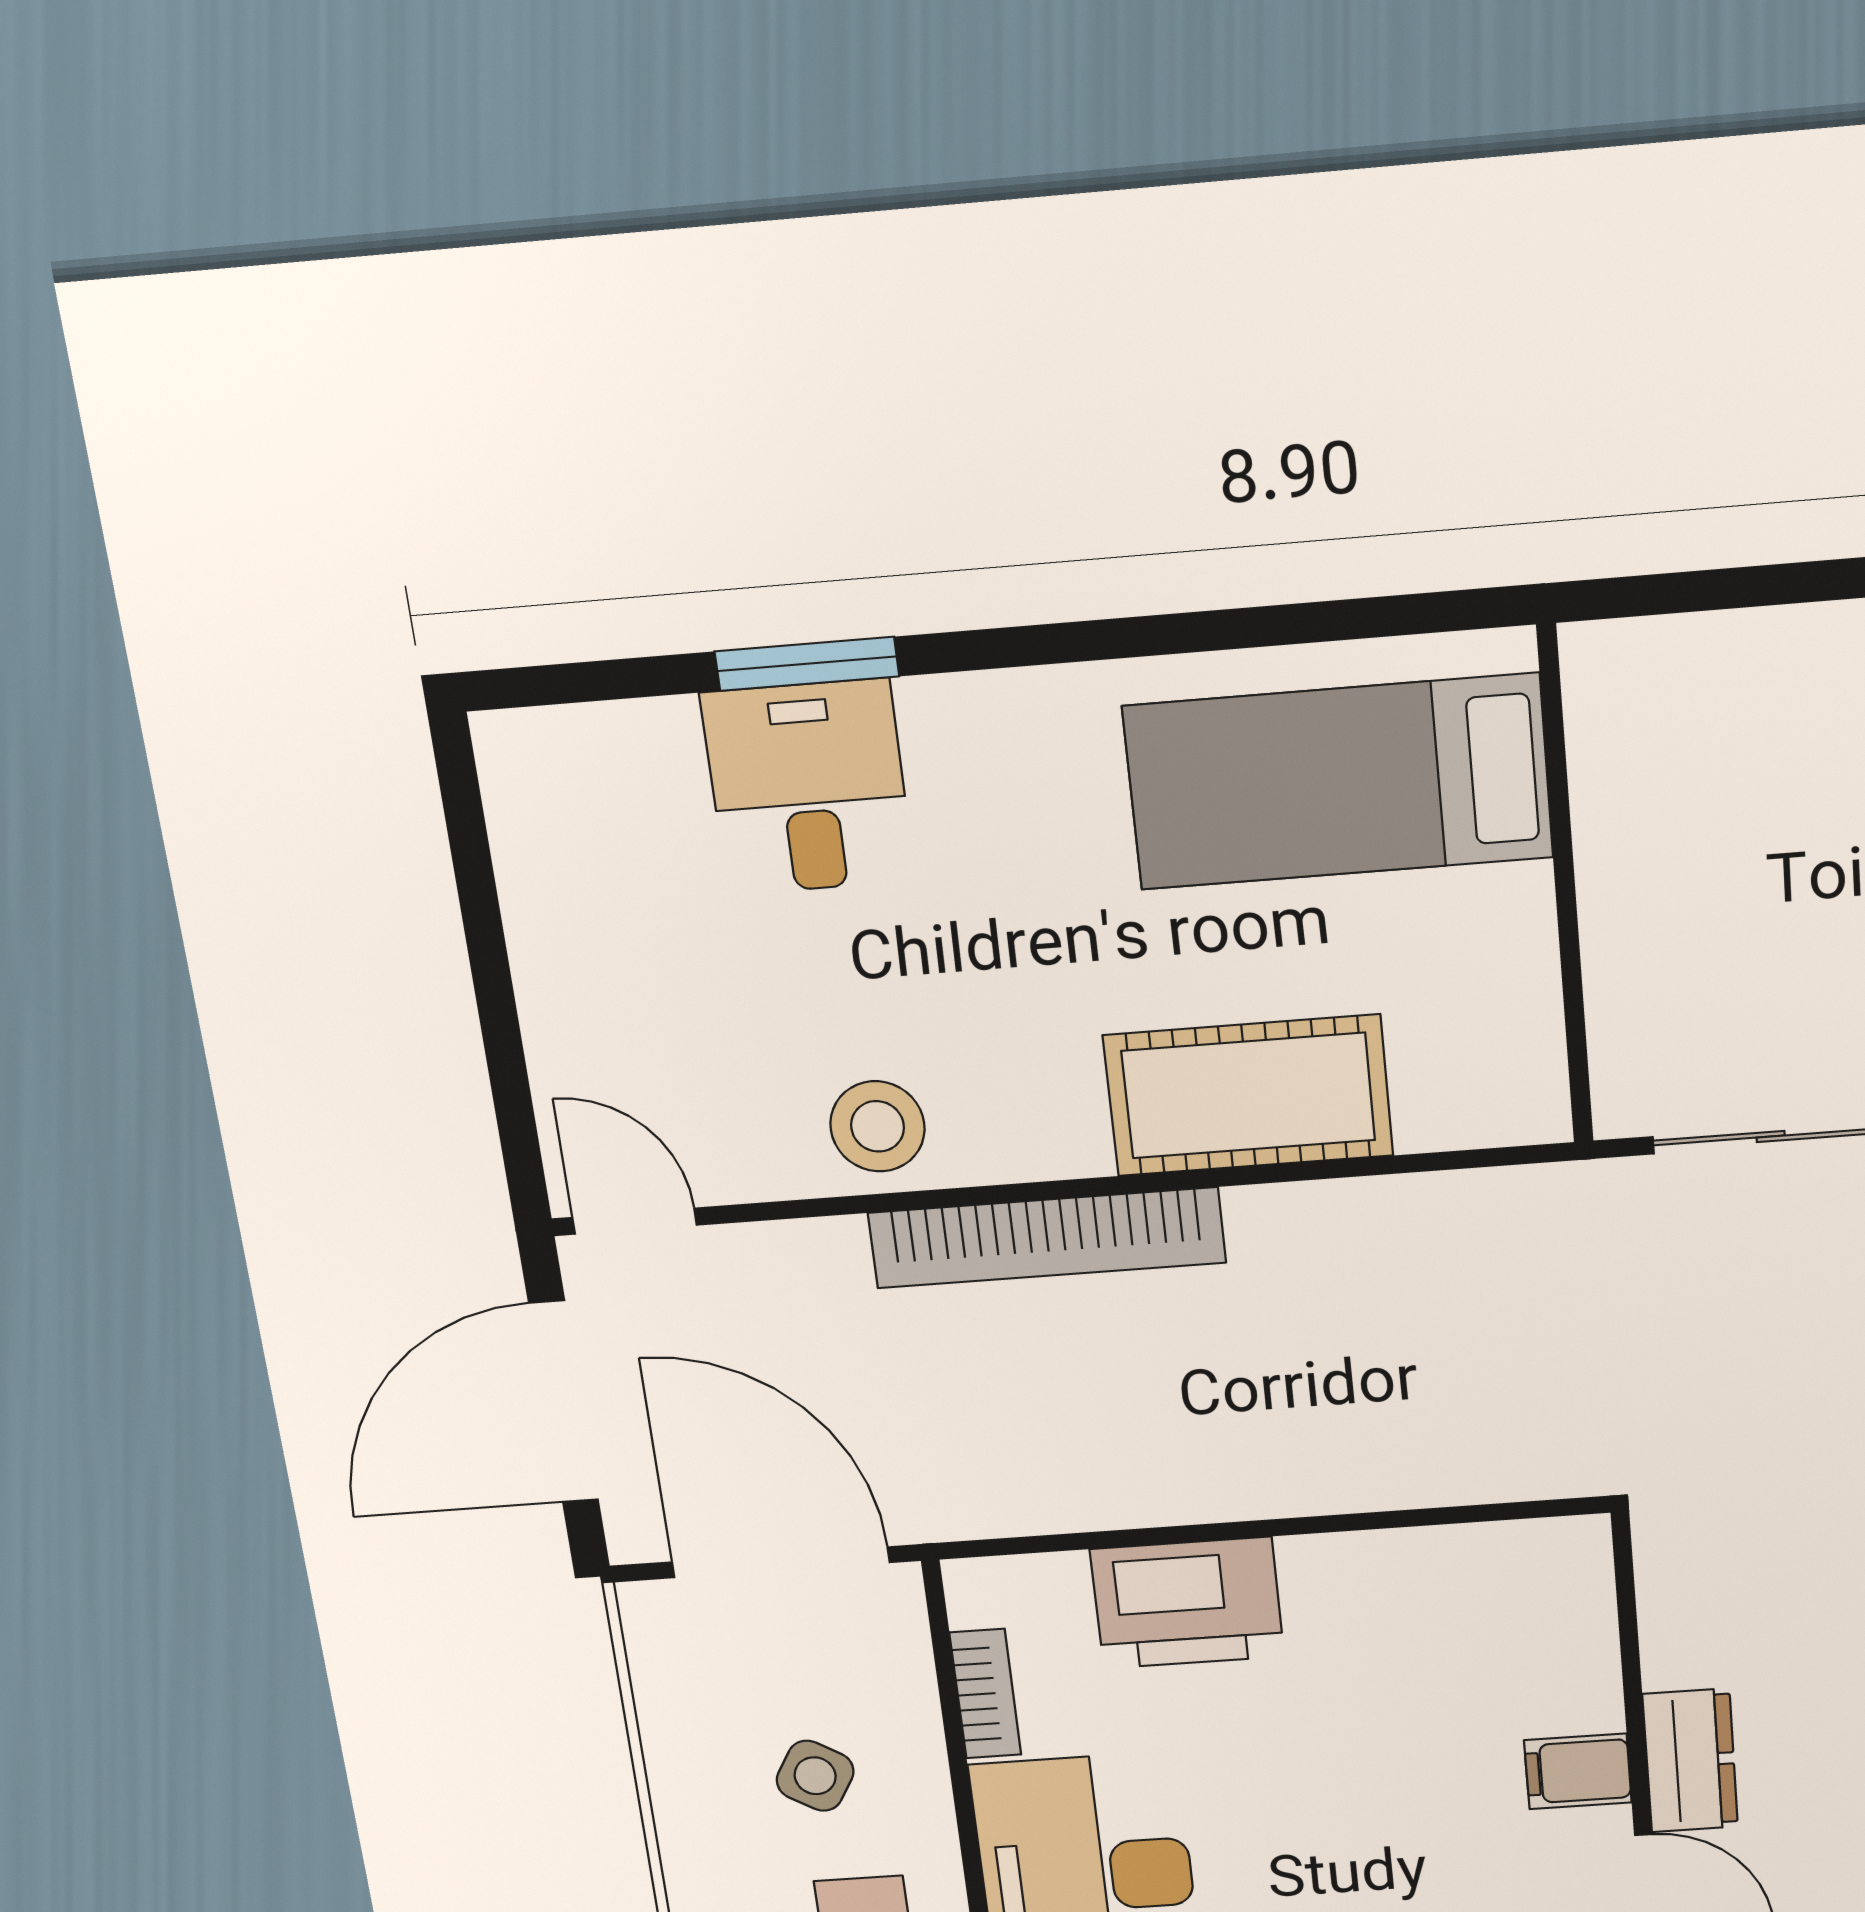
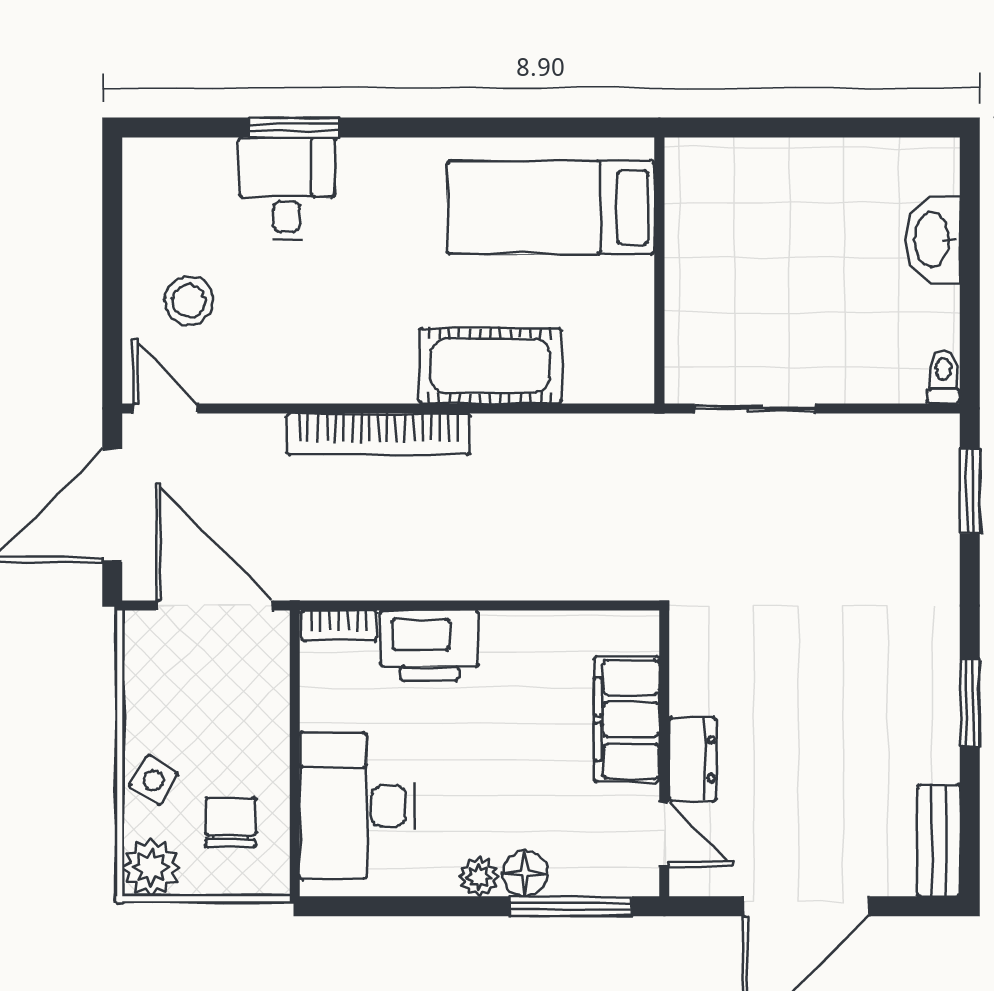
stool: (877, 1126) -> (189, 301), moved
bookcase: (985, 1694) -> (339, 626), moved, turned 90
filing cabinet: (1578, 1771) -> (627, 719), width x3.00, depth x1.17
side table: (815, 1776) -> (154, 780), moved

